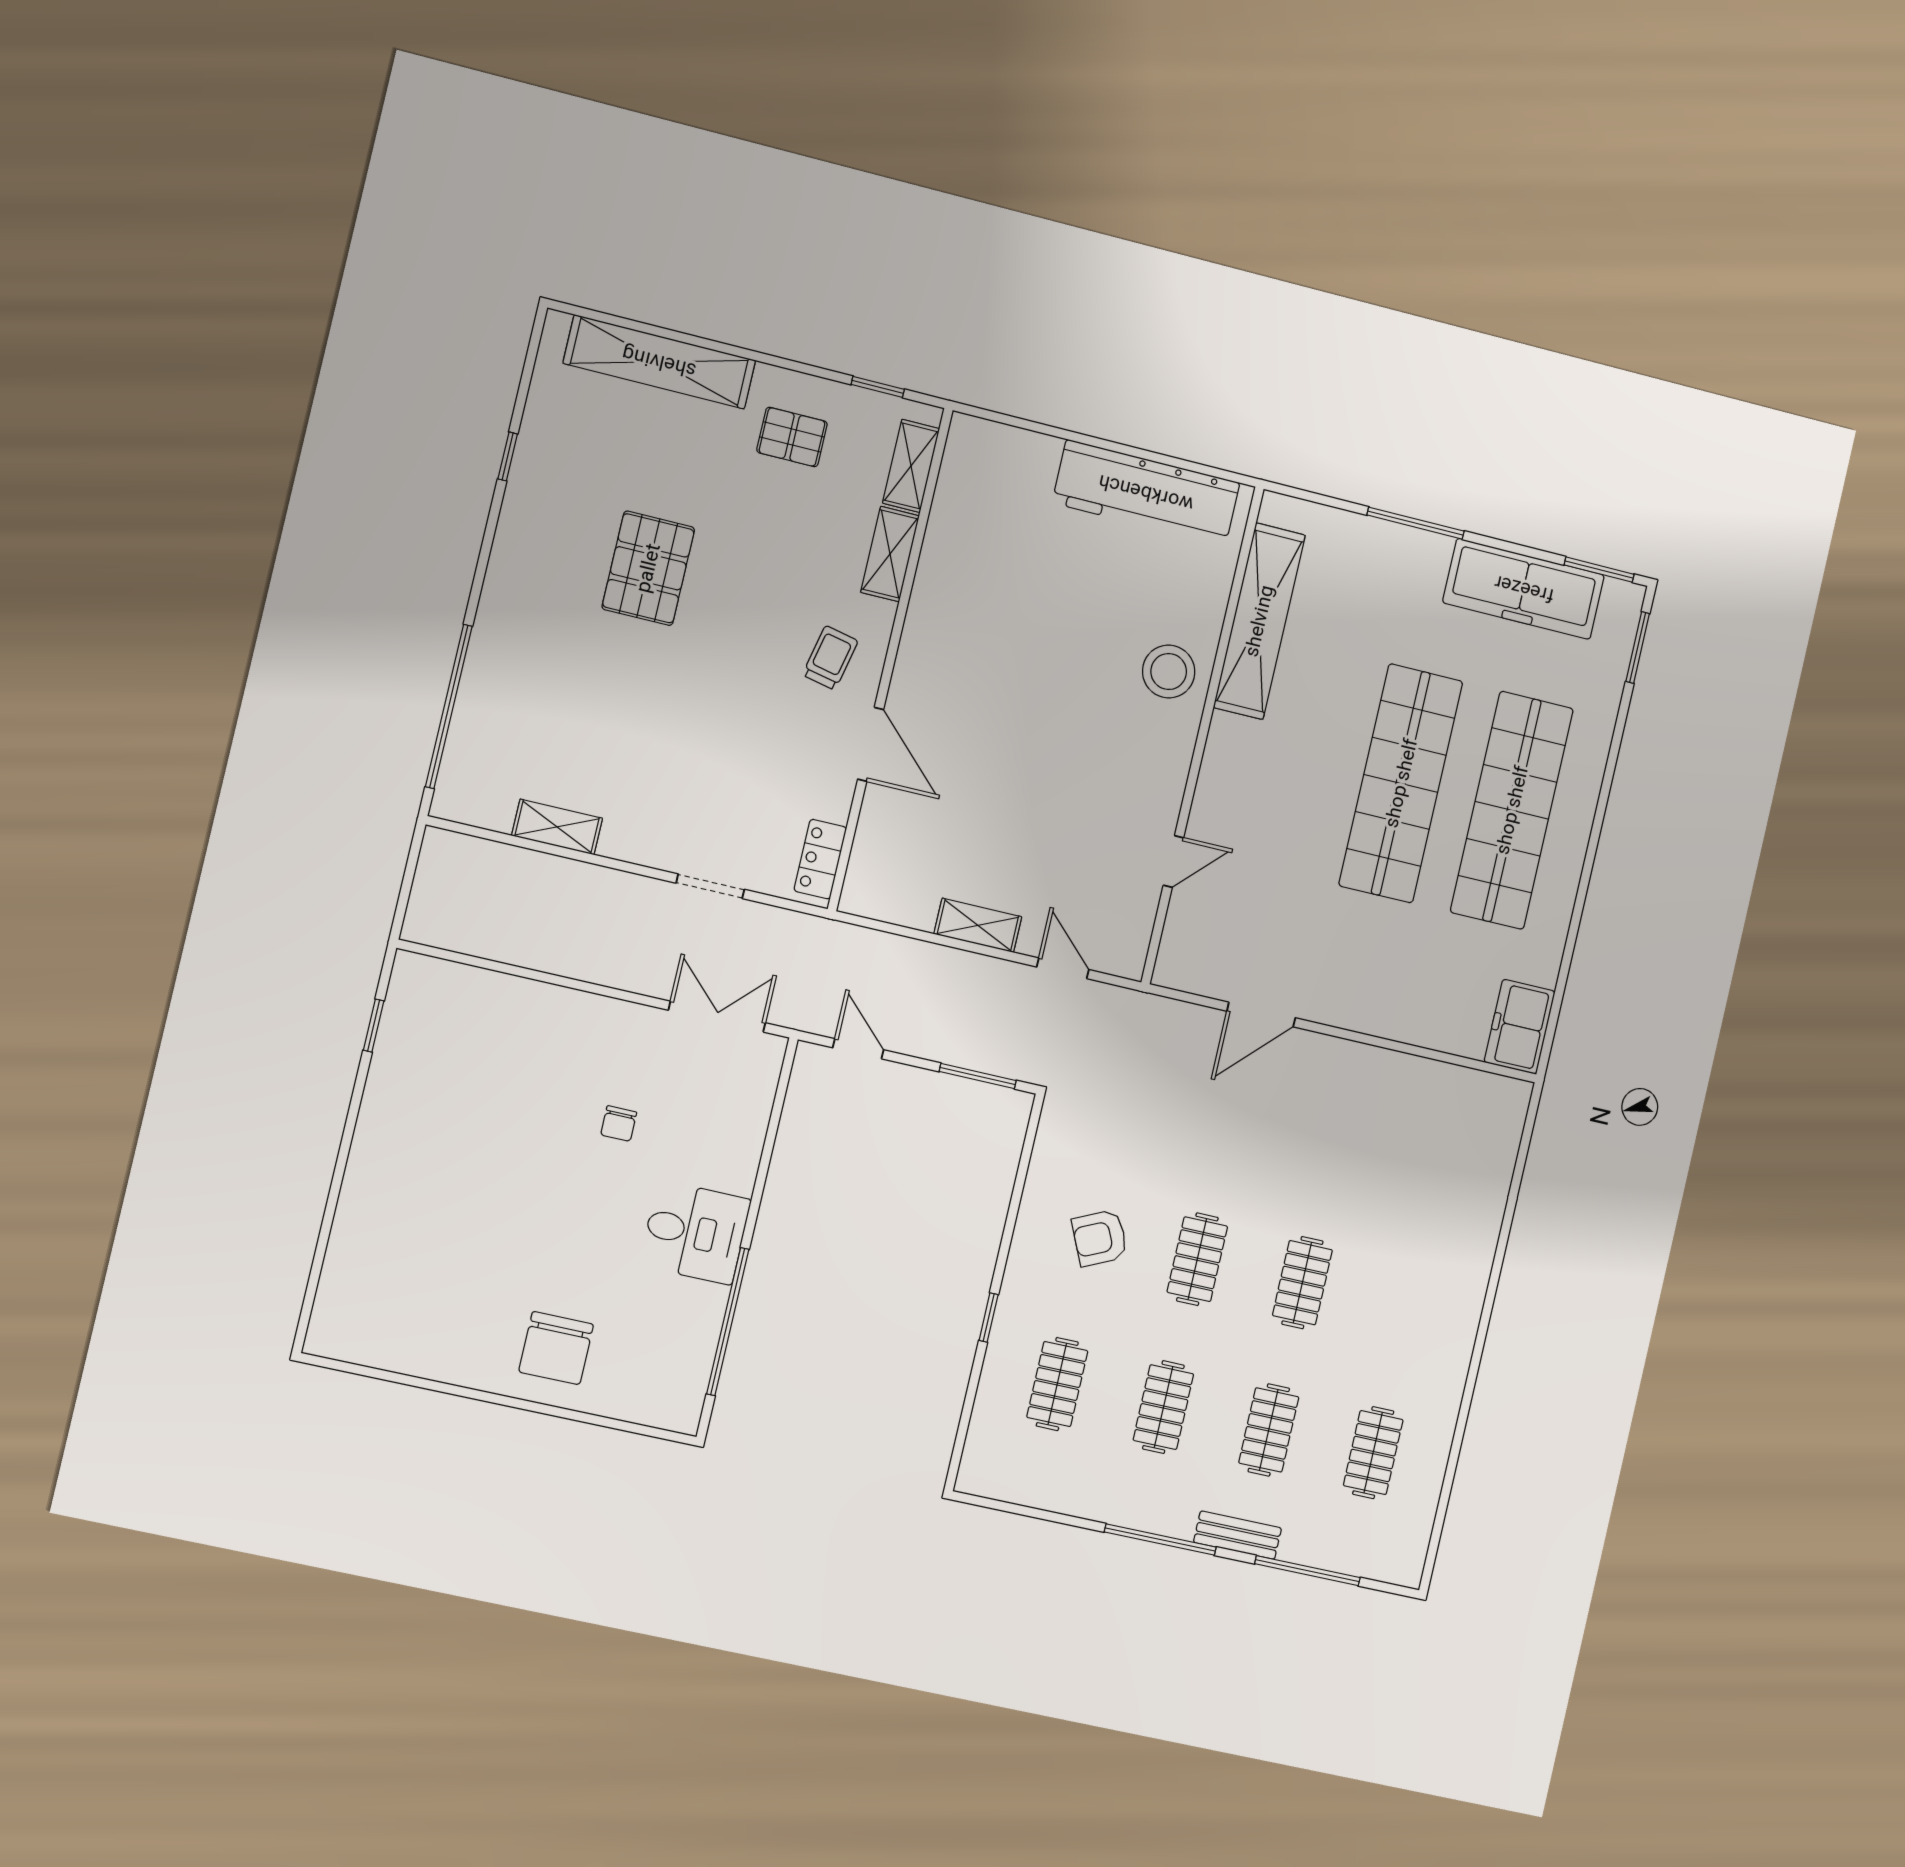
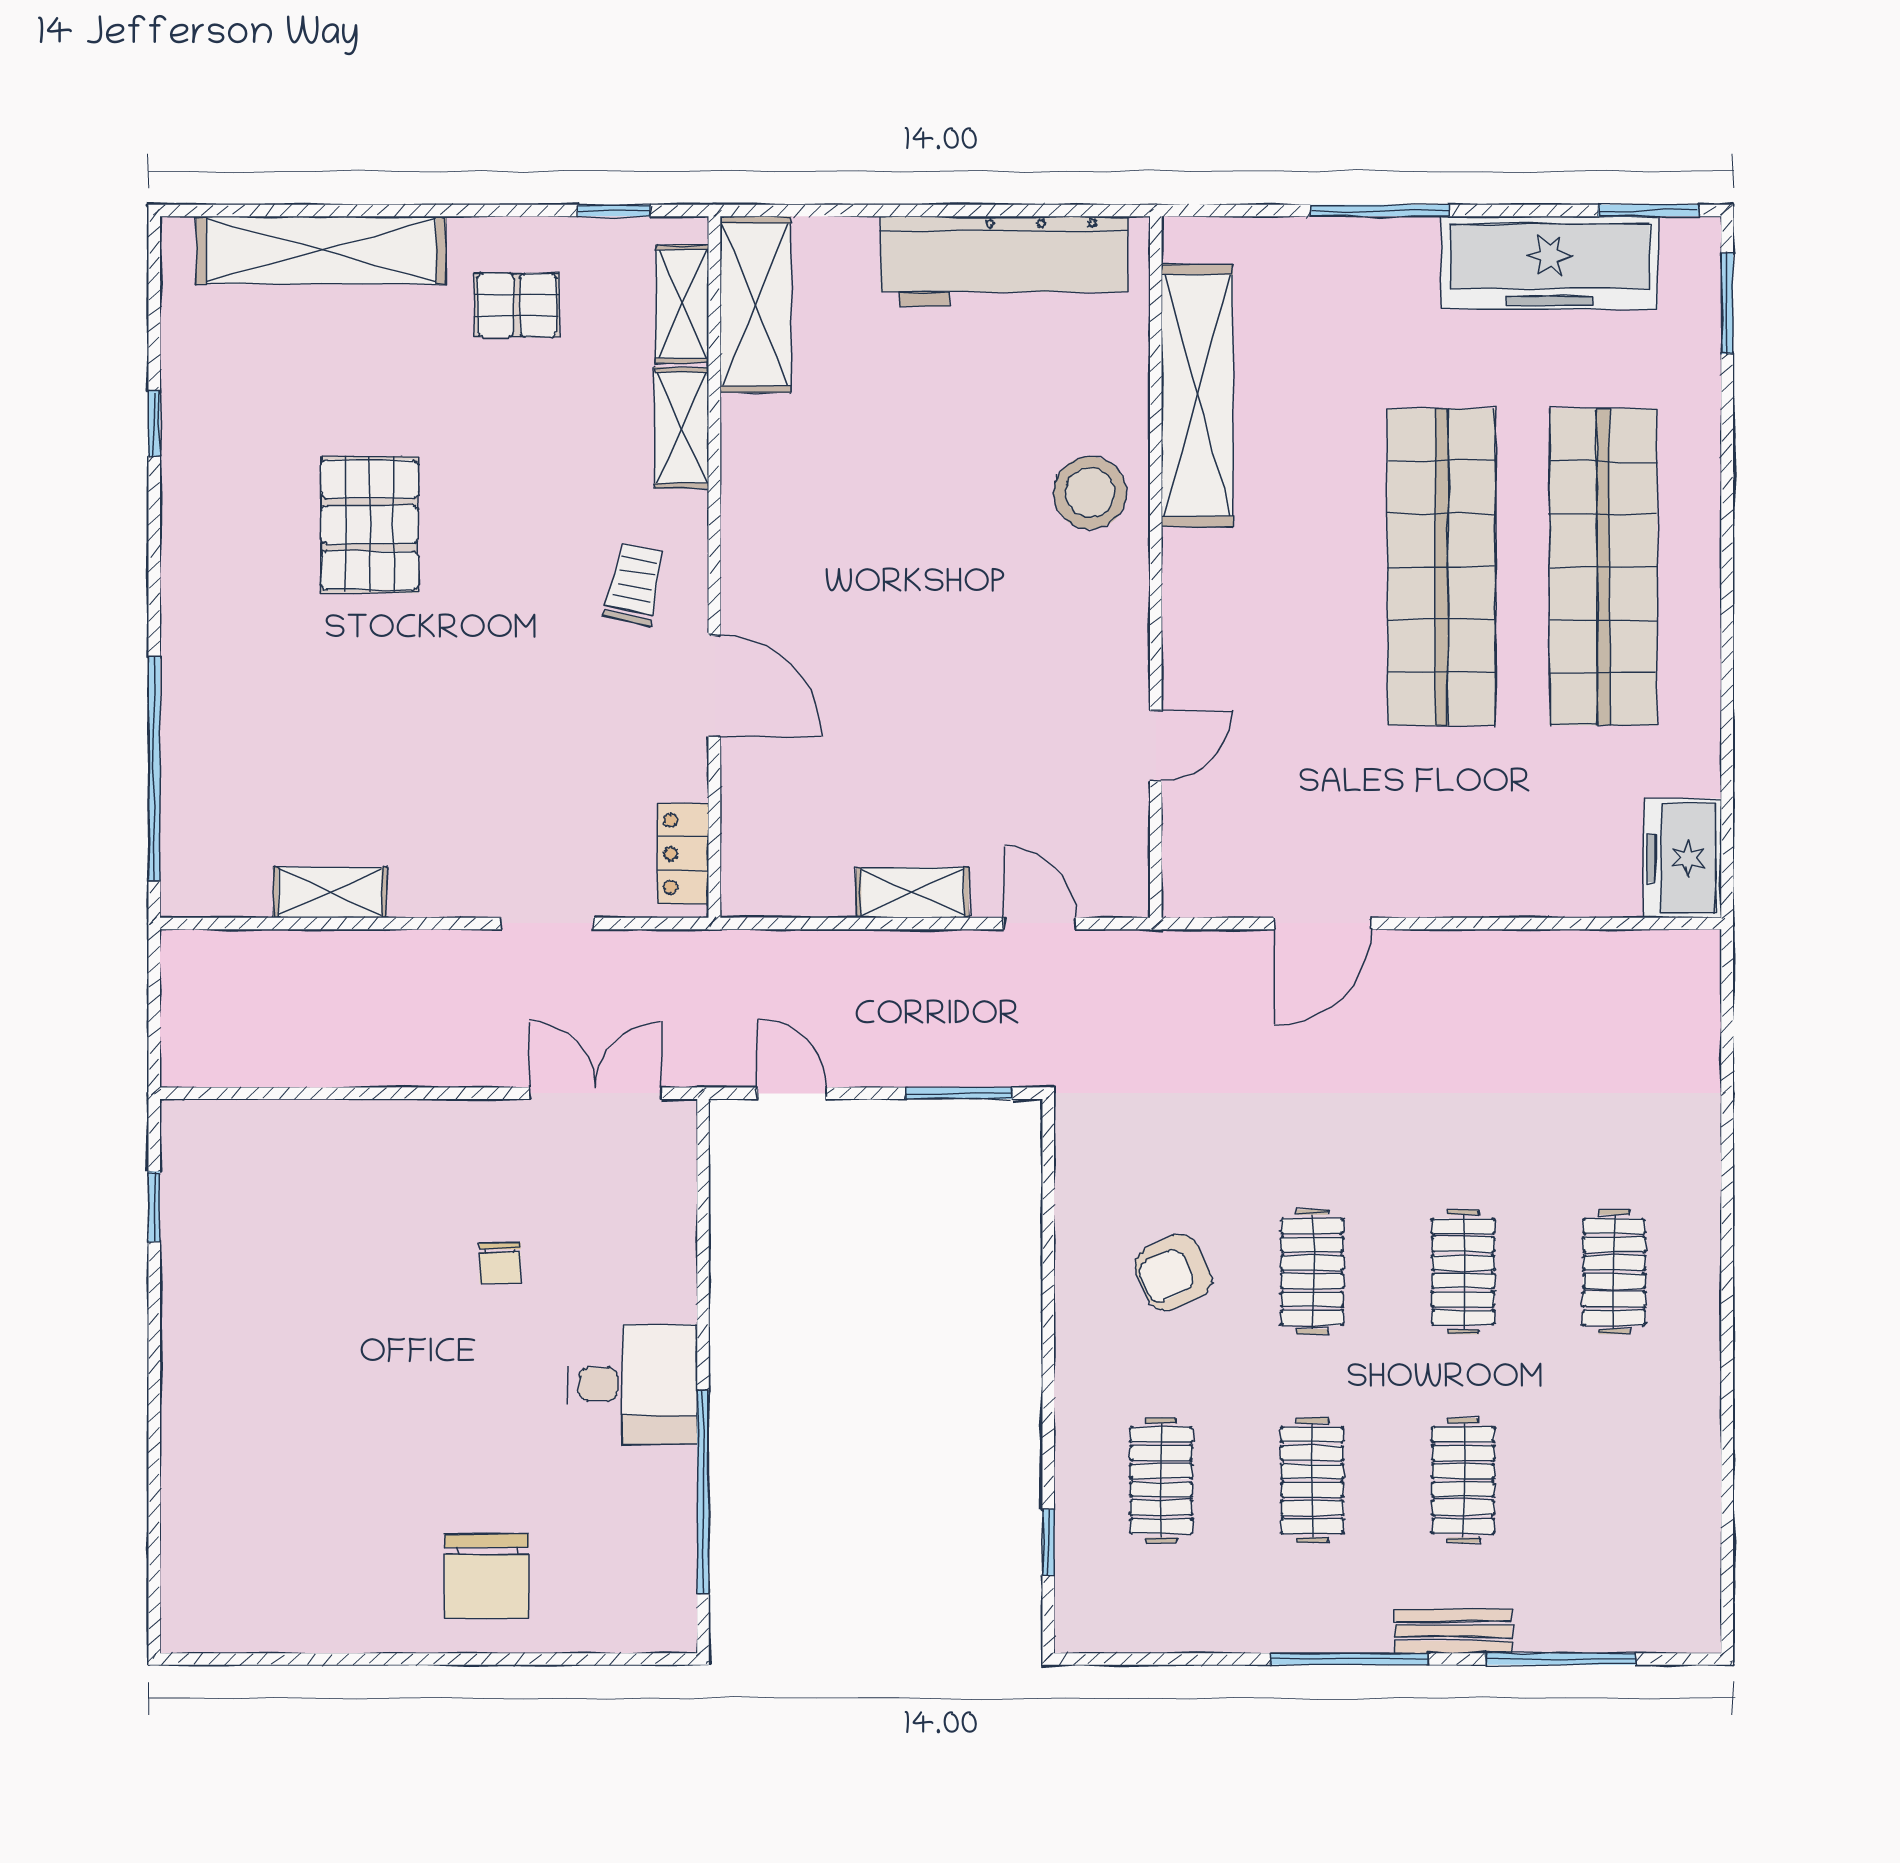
shelving: (963, 479) -> (755, 304), added
window: (989, 1318) -> (1048, 1543), moved
clothes rail: (1373, 1453) -> (1614, 1272), moved

